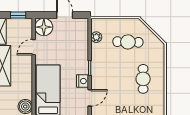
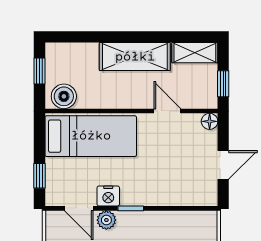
floor lamp: (44, 27) -> (210, 121), width x0.53, depth x0.53
plant: (96, 37) -> (106, 220), moved

